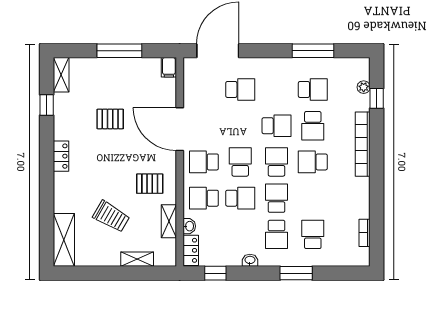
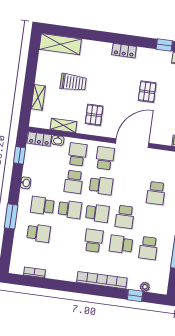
trolley: (111, 216) -> (73, 82), turned -120

